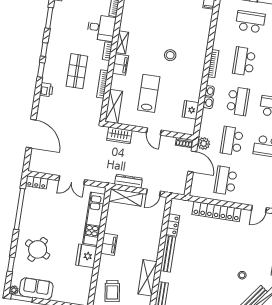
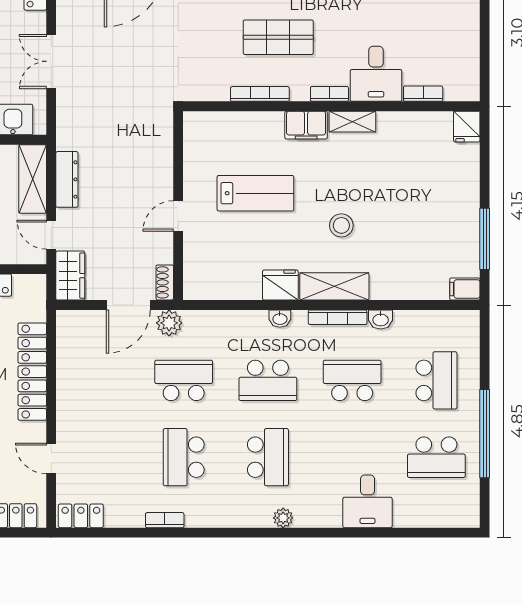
washbasin: (208, 103) -> (381, 319), moved
shelving: (114, 106) -> (334, 286), moved
fridge: (191, 110) -> (280, 285), moved
wardrobe: (119, 135) -> (70, 276), moved, turned 180
school desk: (226, 181) -> (99, 380), removed

